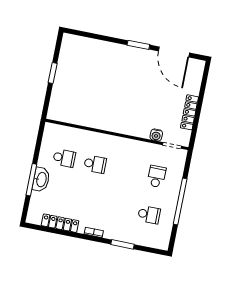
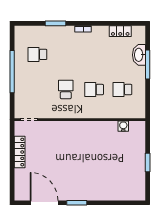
water cooler: (156, 135) -> (123, 126), moved
school desk: (157, 176) -> (66, 90), moved, turned 180
washbasin: (41, 180) -> (139, 55), moved
locker: (60, 223) -> (120, 31), width x0.66

